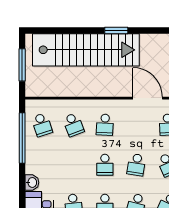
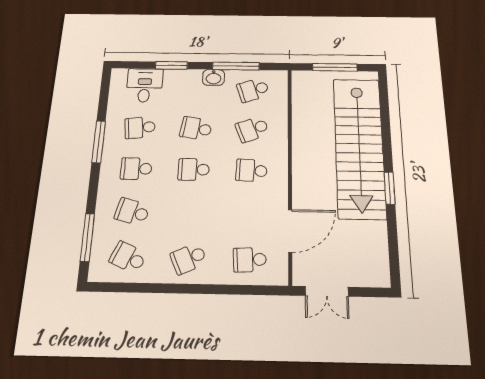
window: (22, 138) -> (236, 66), width x0.68
school desk: (136, 165) -> (196, 128), moved
washbasin: (32, 182) -> (213, 77), moved
window: (22, 186) -> (171, 65), added

